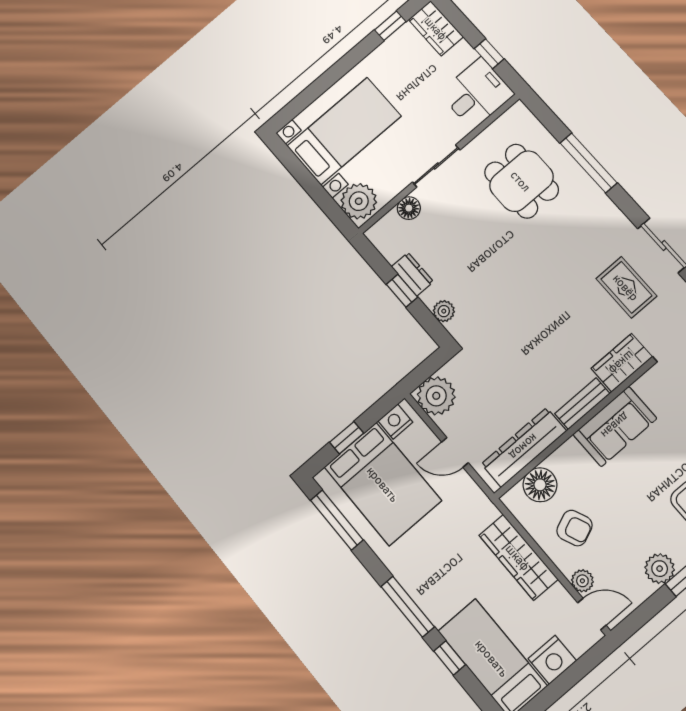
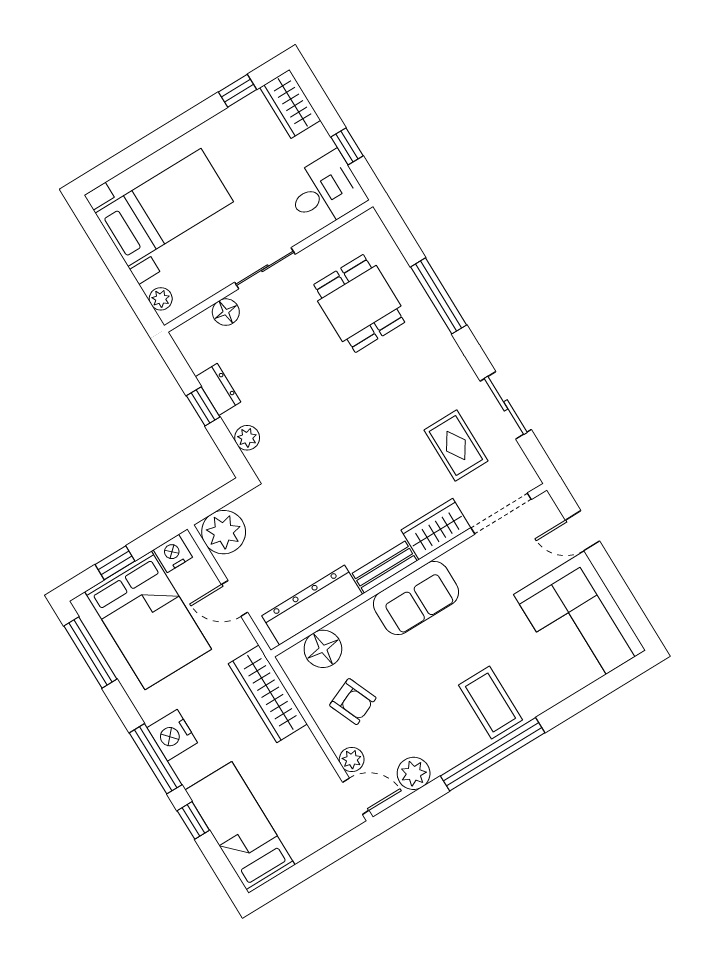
plant: (359, 201) -> (161, 299), width x0.53, depth x0.53
wardrobe: (518, 557) -> (268, 694), moved
plant: (660, 569) -> (414, 773), moved
nightstand: (552, 660) -> (172, 735), moved, turned 90

